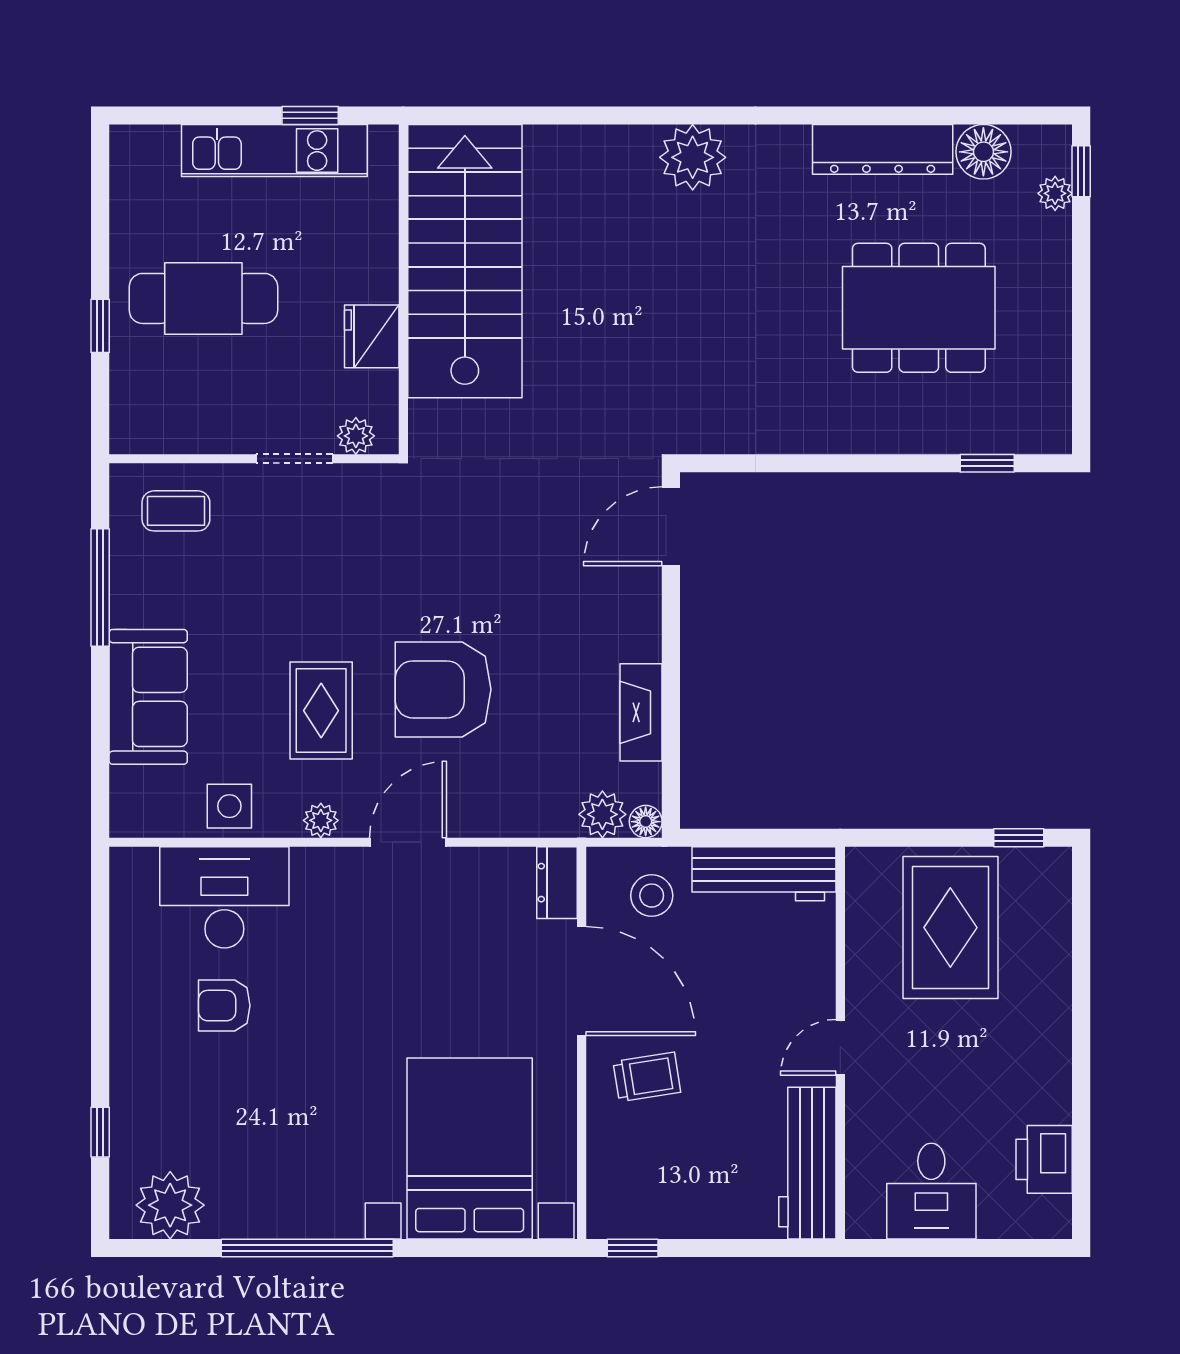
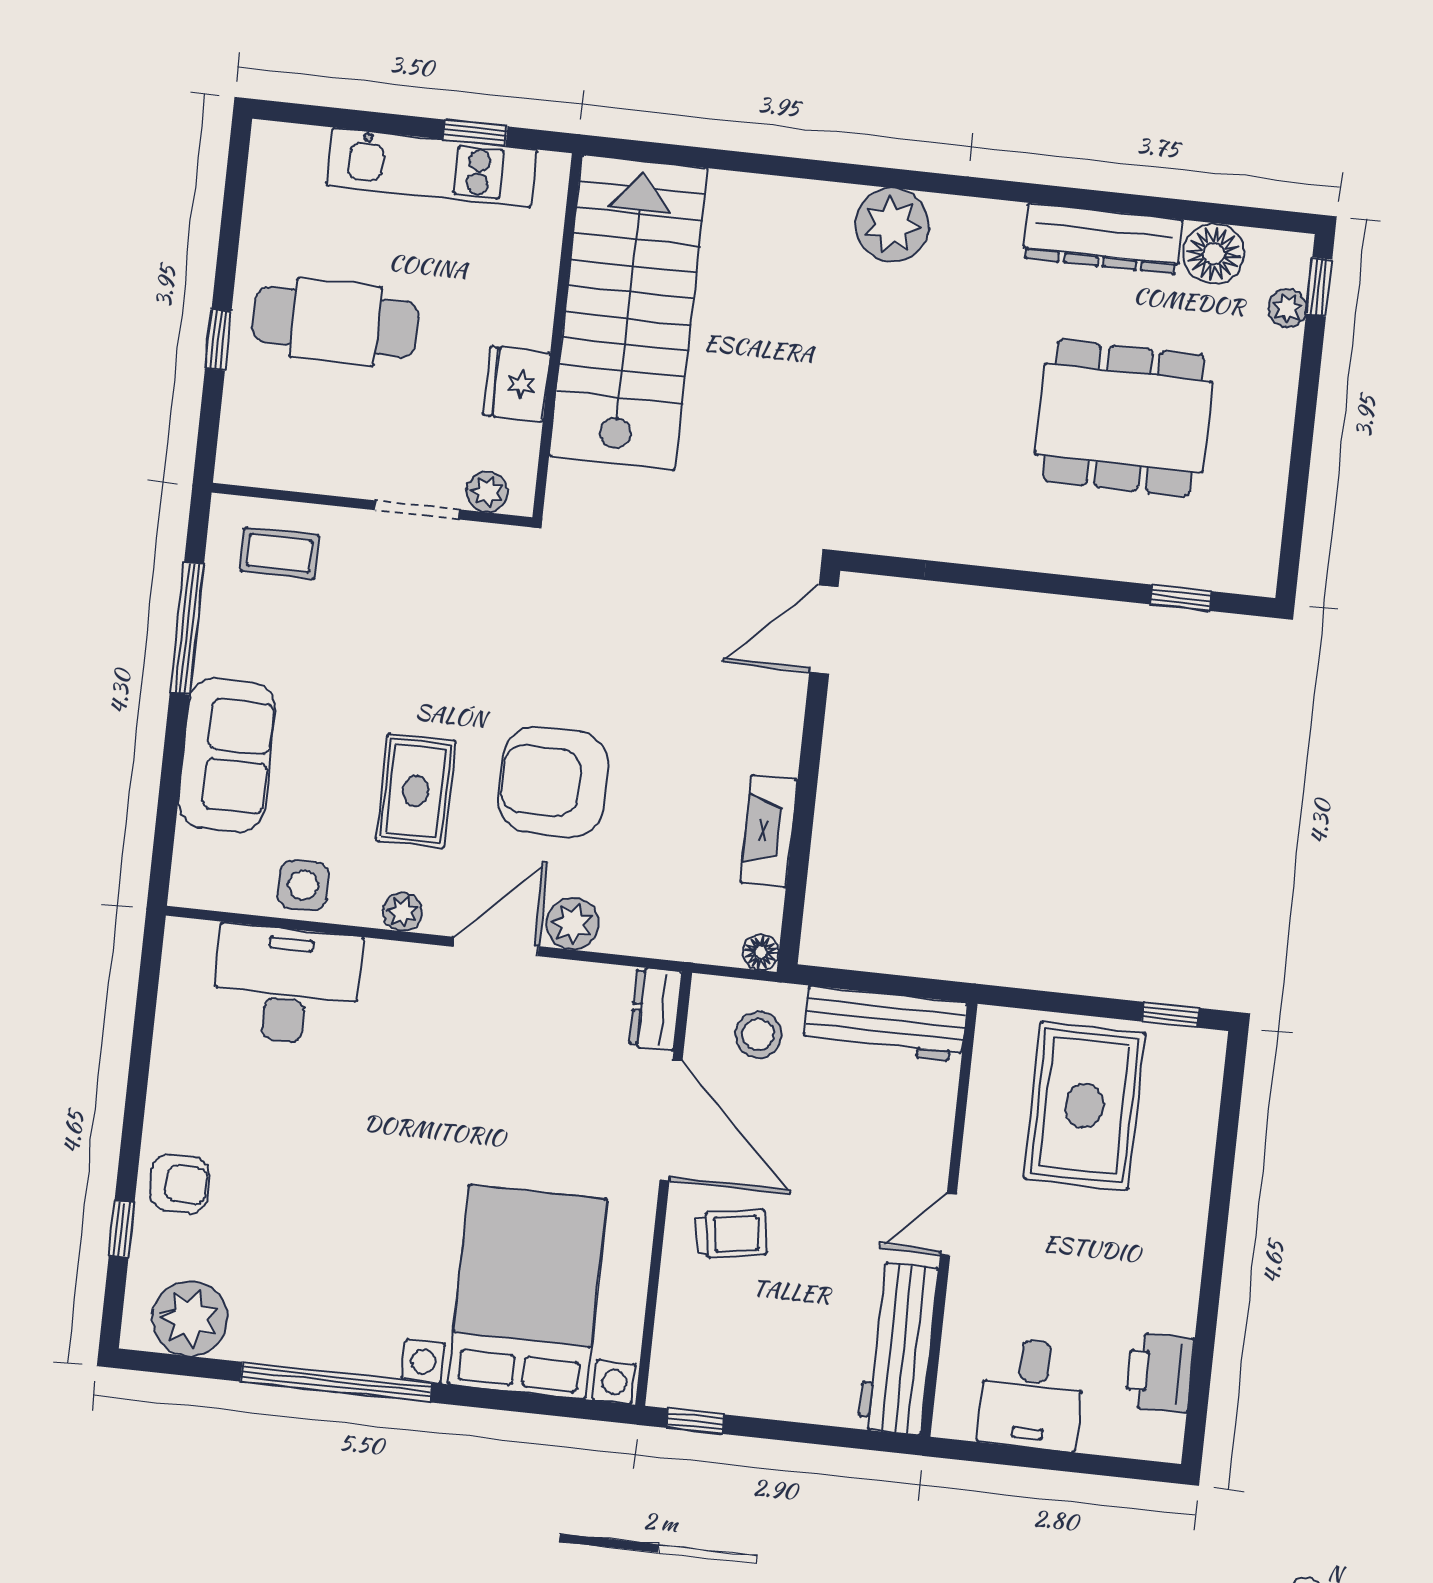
plant: (602, 814) -> (572, 924), moved
armchair: (224, 1006) -> (180, 1184), moved, turned 180

